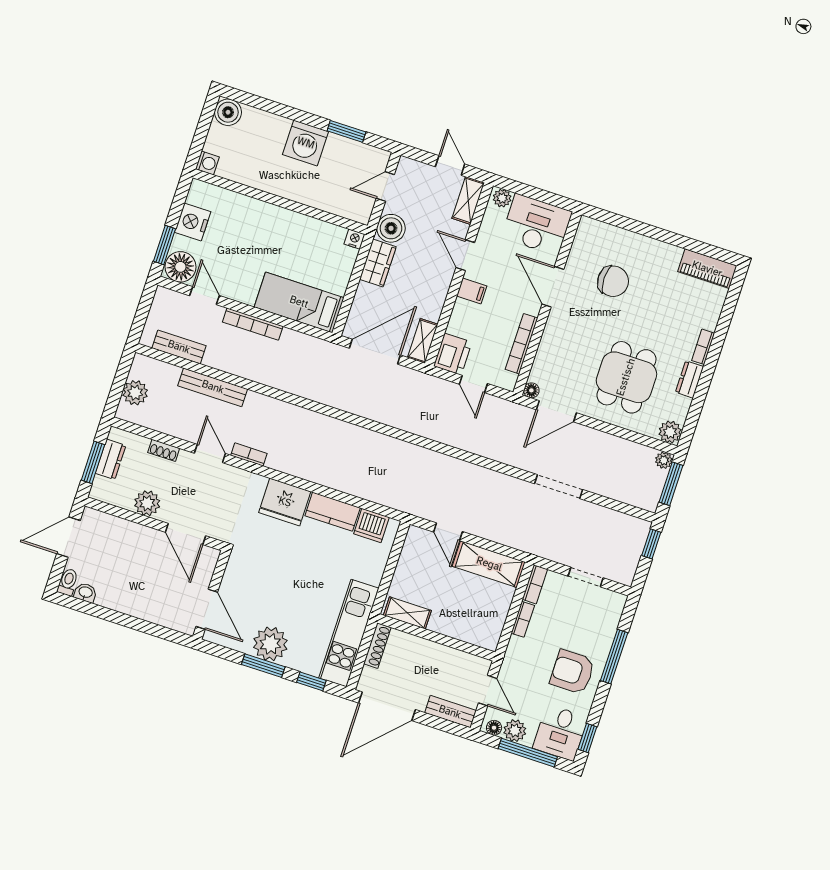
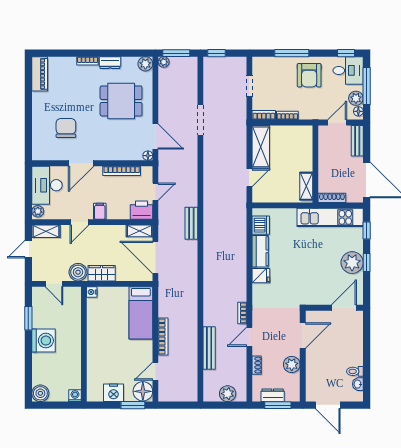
bench: (179, 347) -> (191, 223), moved
fridge: (285, 502) -> (261, 276), width x0.53, depth x0.75
toilet: (68, 582) -> (355, 371), moved
window: (263, 666) -> (367, 263), width x0.67

